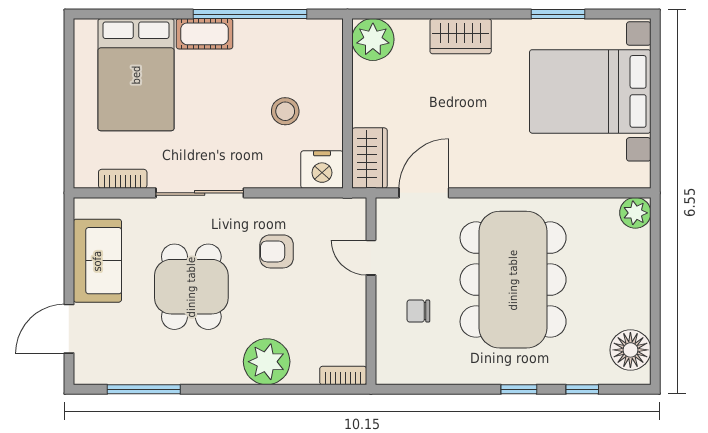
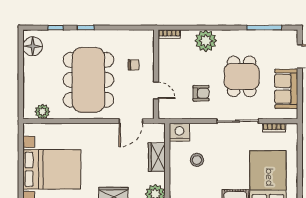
wardrobe: (369, 158) -> (157, 157), moved
plant: (635, 213) -> (42, 112), moved

